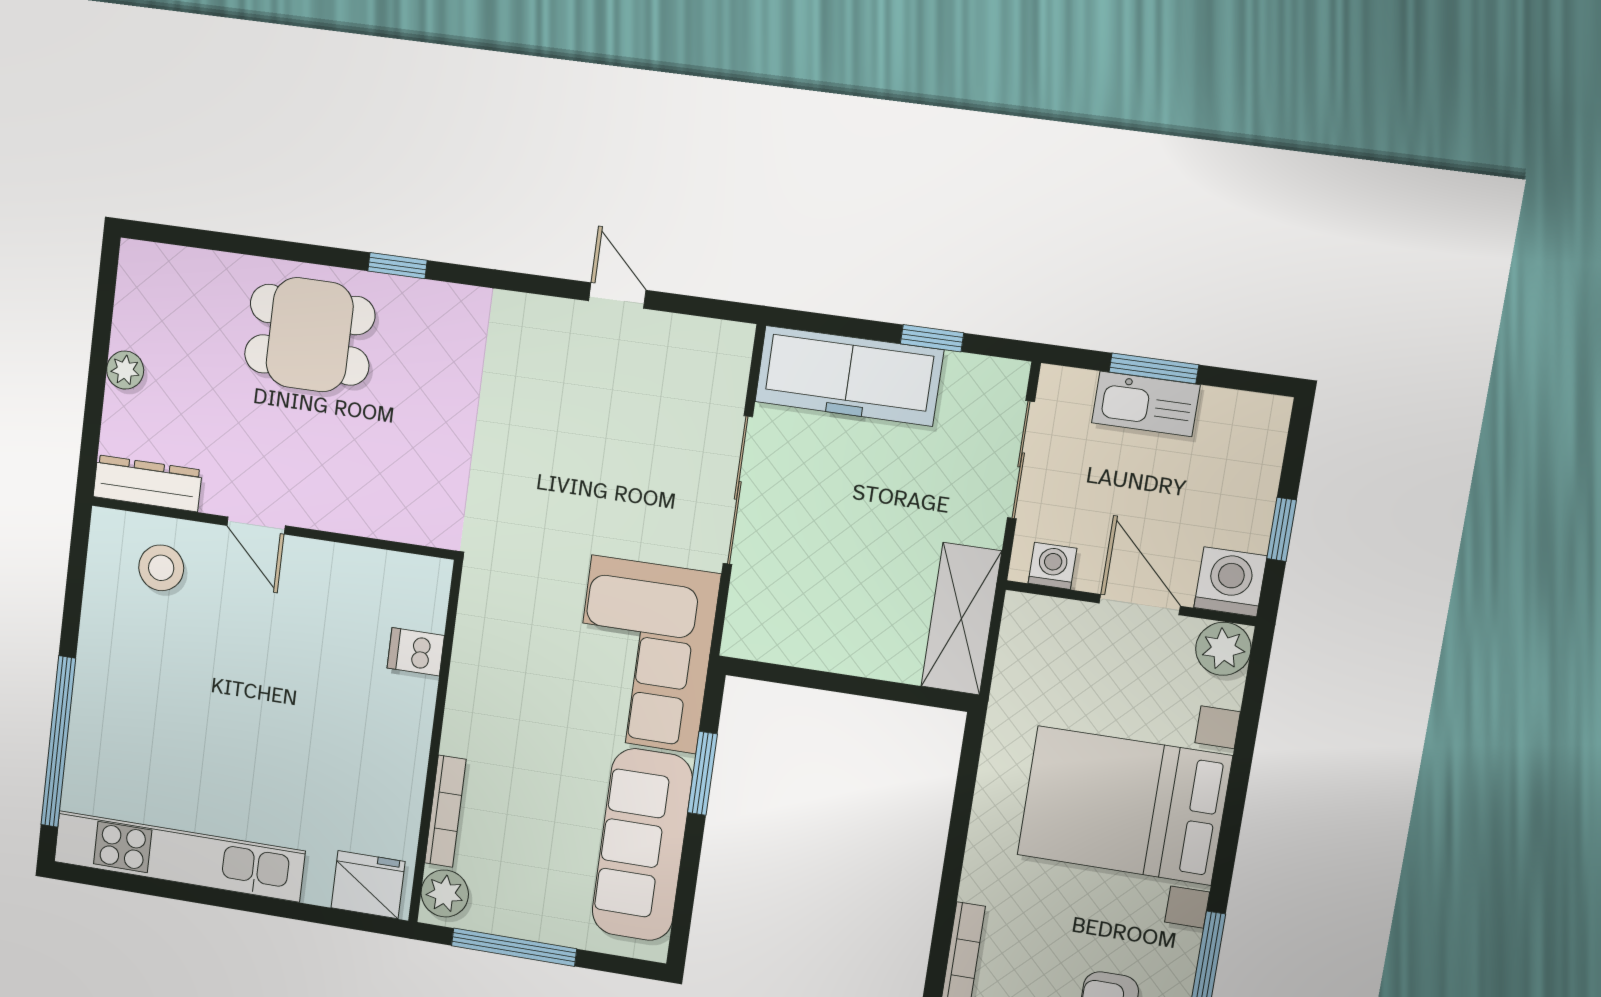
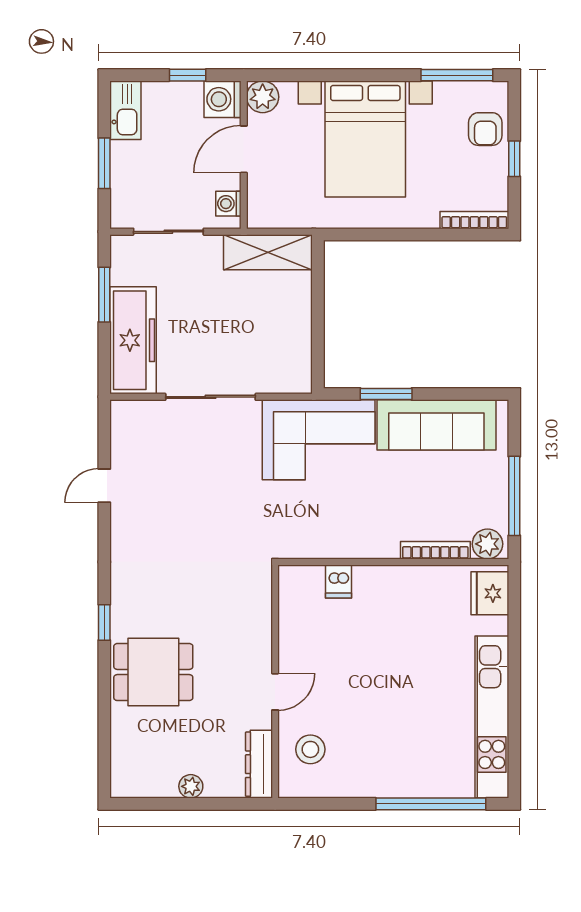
dining table: (310, 335) -> (153, 672), turned 90
window: (932, 338) -> (104, 295), width x1.50
kitchen sink: (1146, 404) -> (125, 110), moved

